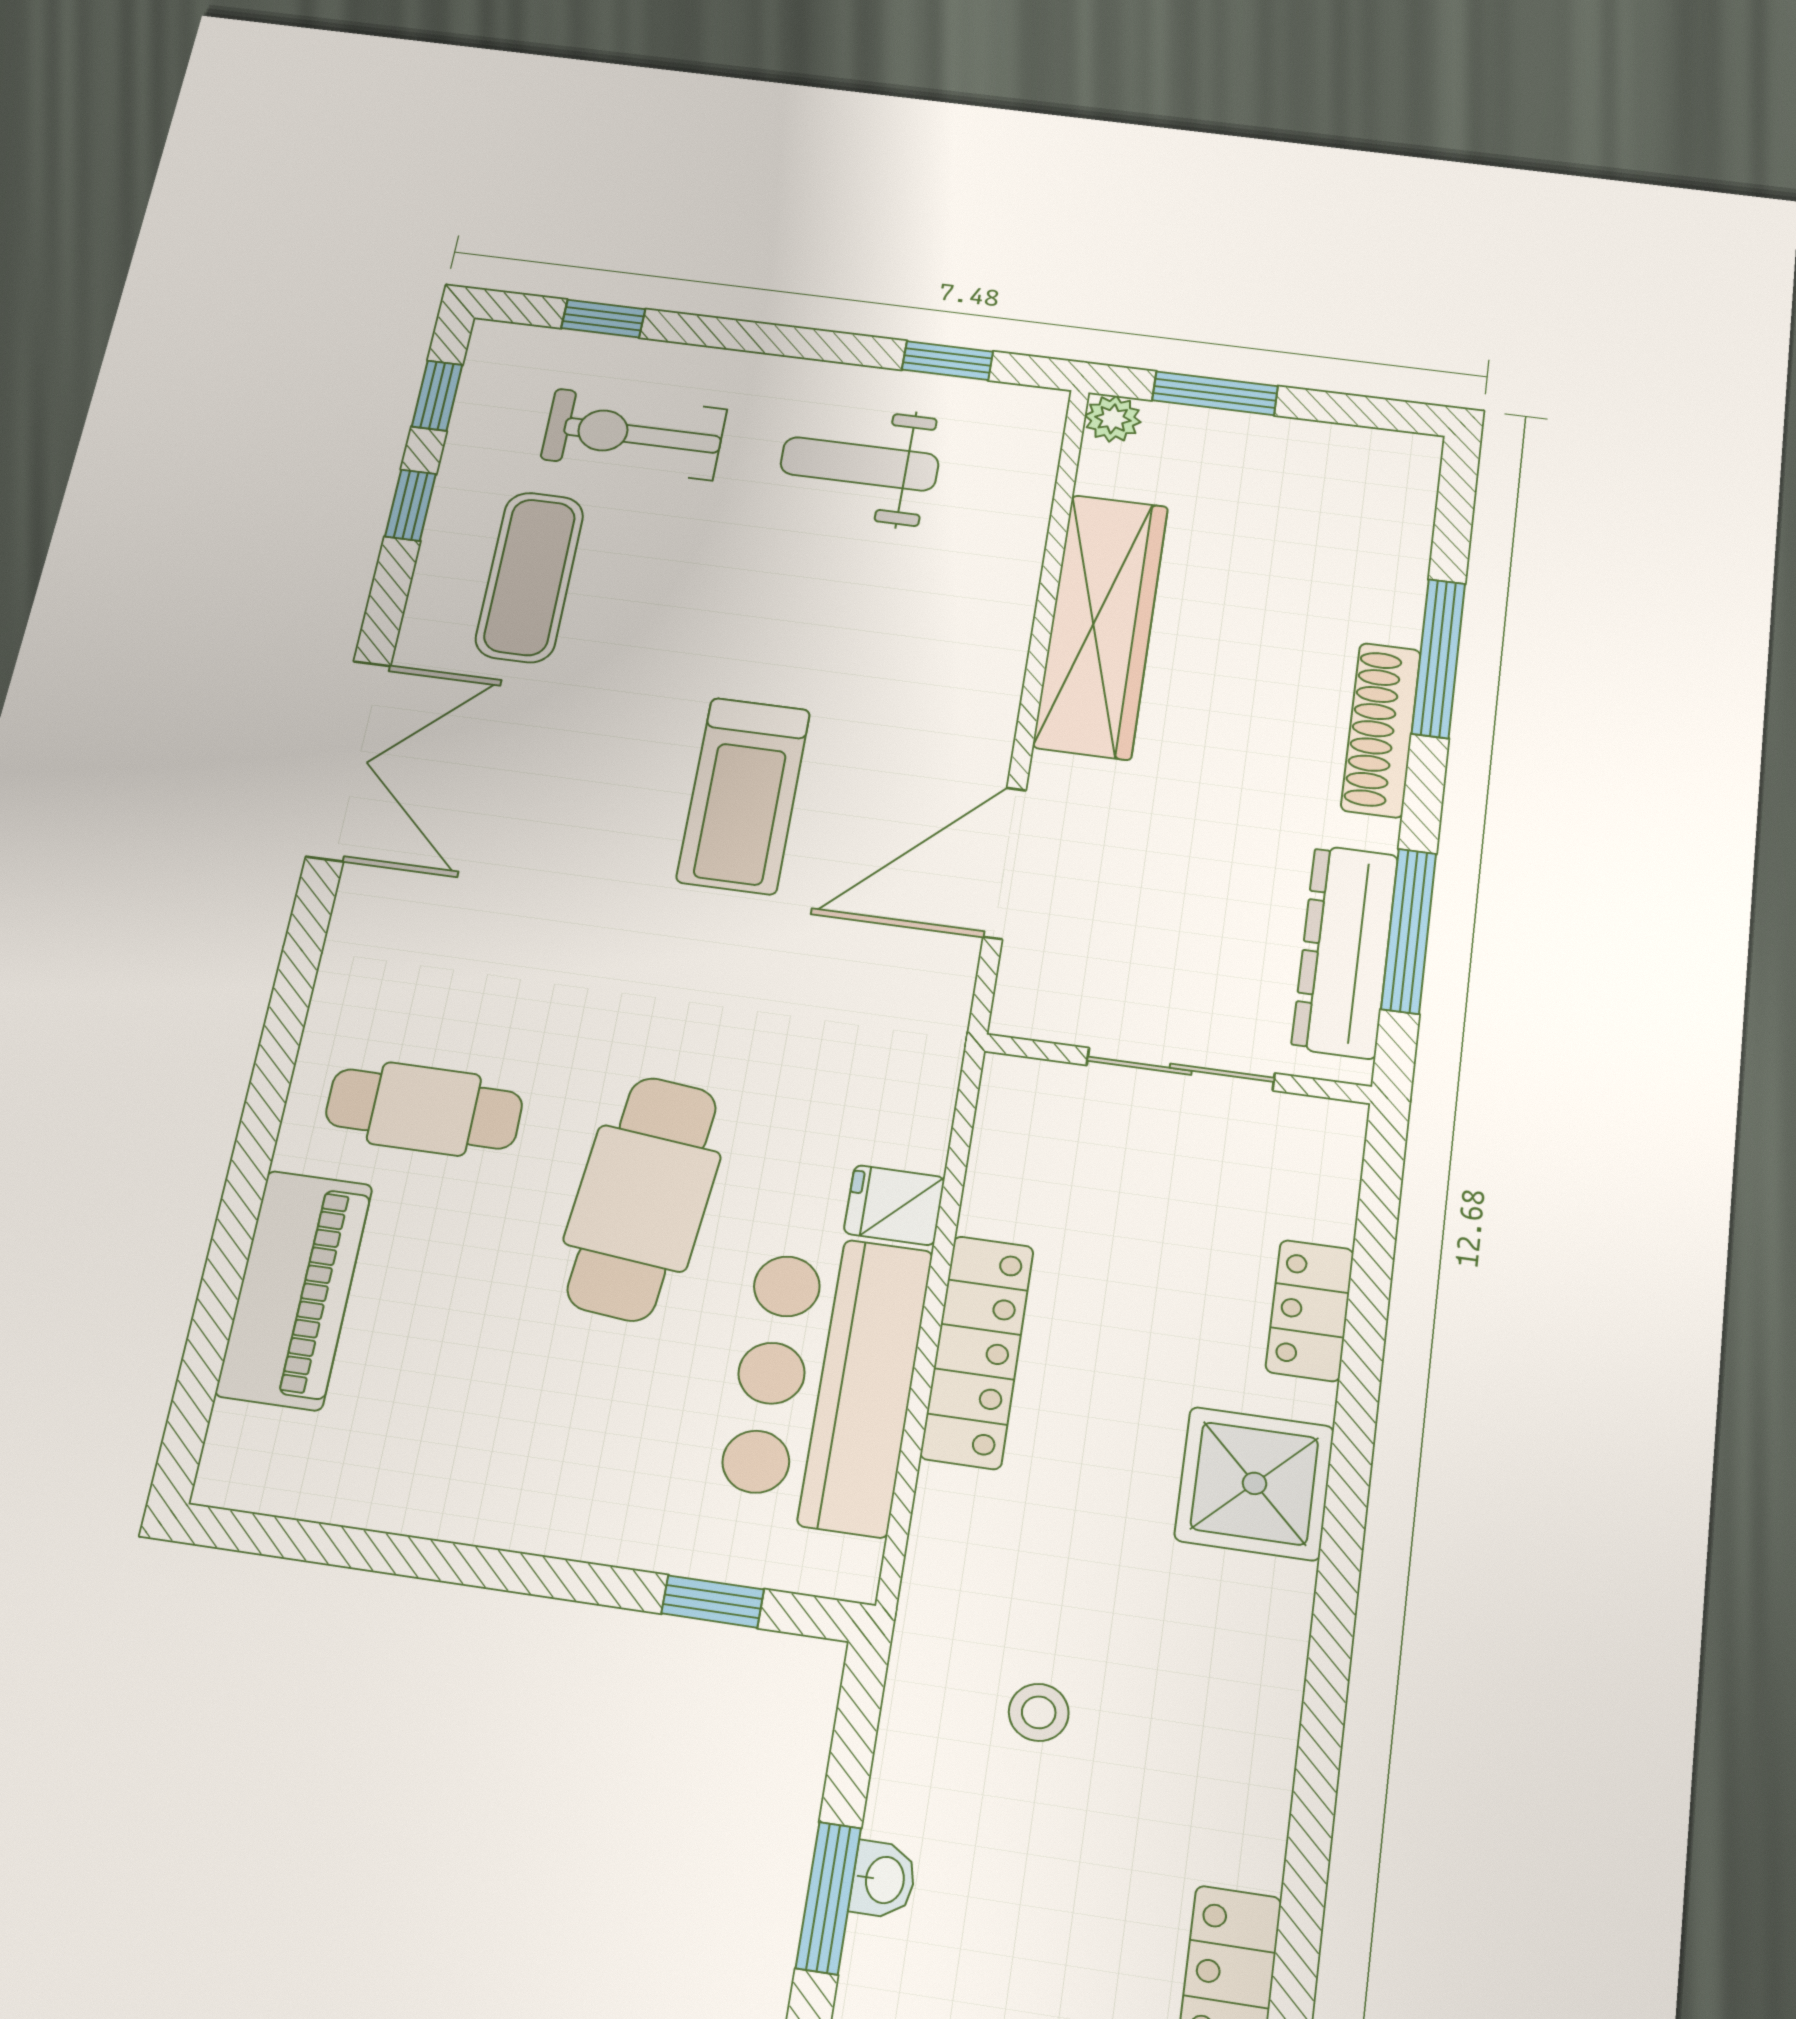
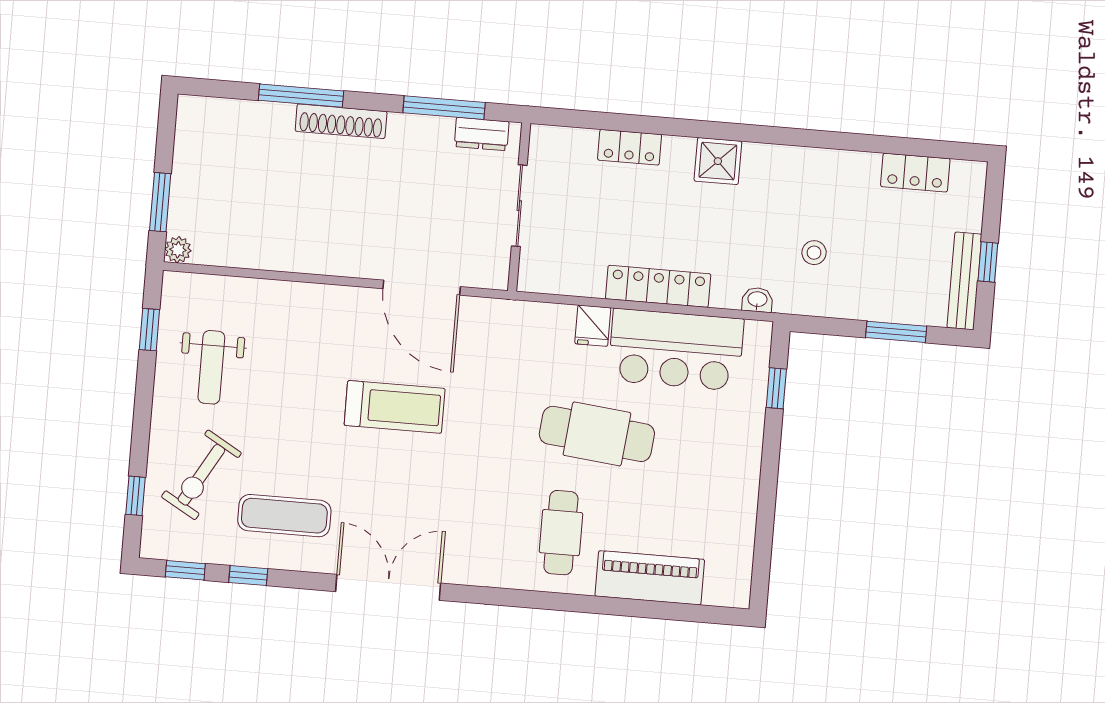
exercise bike: (634, 434) -> (201, 475), turned 30
wardrobe: (1101, 626) -> (294, 250), removed
dresser: (1345, 951) -> (482, 134), width x0.51, depth x0.80
shower: (1255, 1483) -> (718, 161), width x0.73, depth x0.73
washbasin: (883, 1880) -> (757, 300), moved

